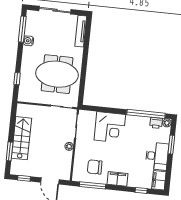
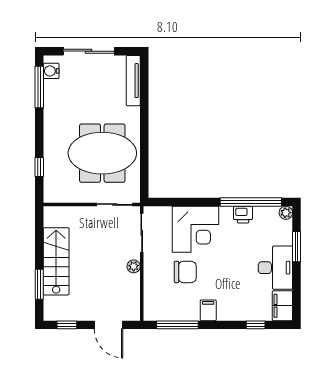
water cooler: (28, 41) -> (51, 71), moved
printer: (156, 123) -> (243, 215), moved
chair: (95, 167) -> (185, 272), moved, turned 180
filing cabinet: (117, 179) -> (208, 310), width x0.50

